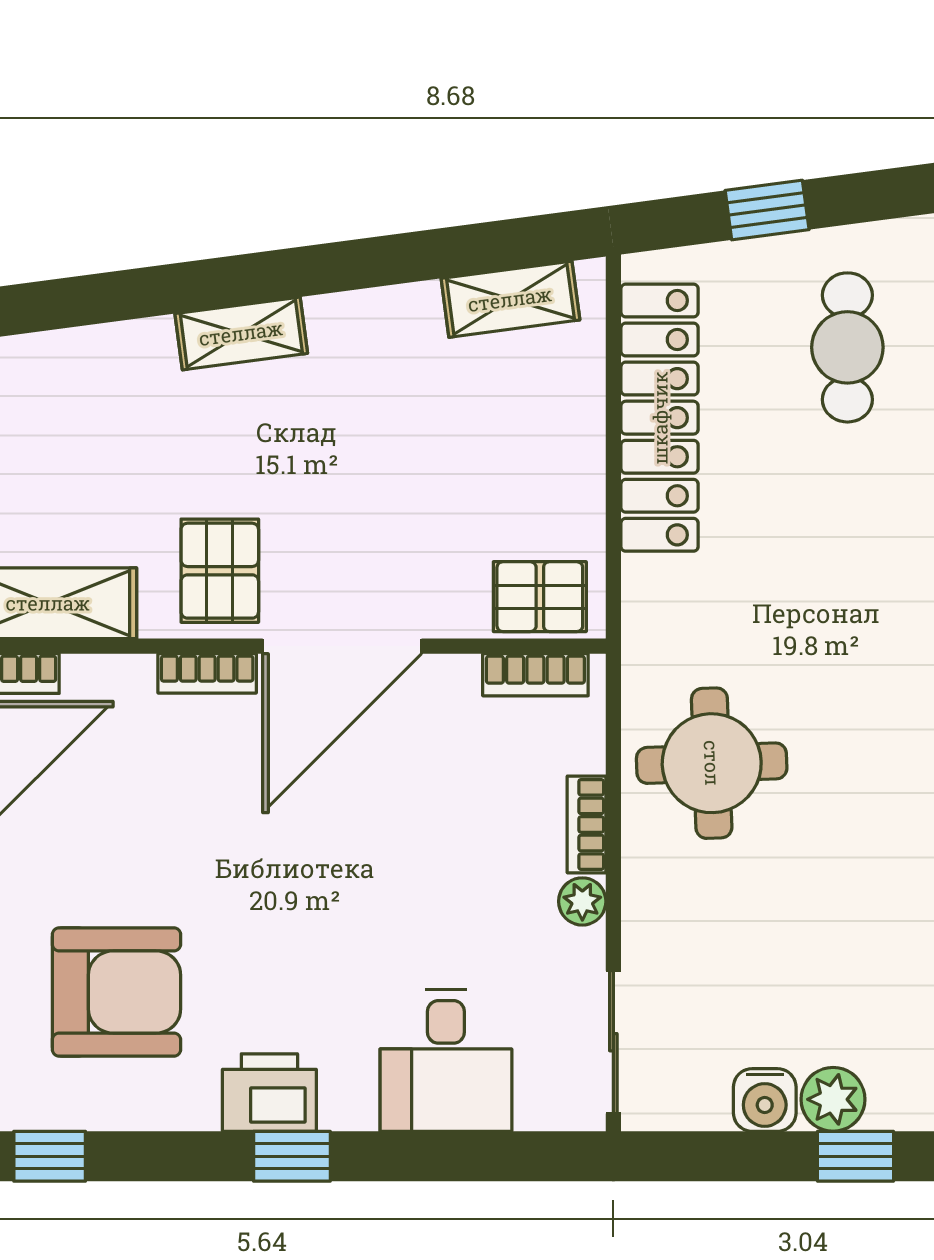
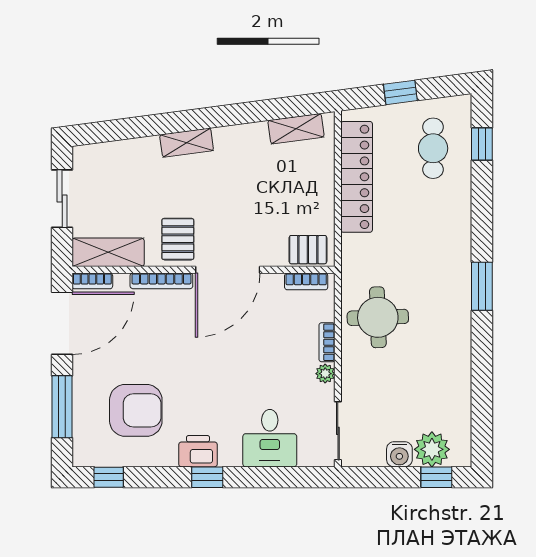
bookcase: (207, 673) -> (161, 281), width x1.56
plant: (833, 1099) -> (432, 449), width x1.36, depth x1.36

